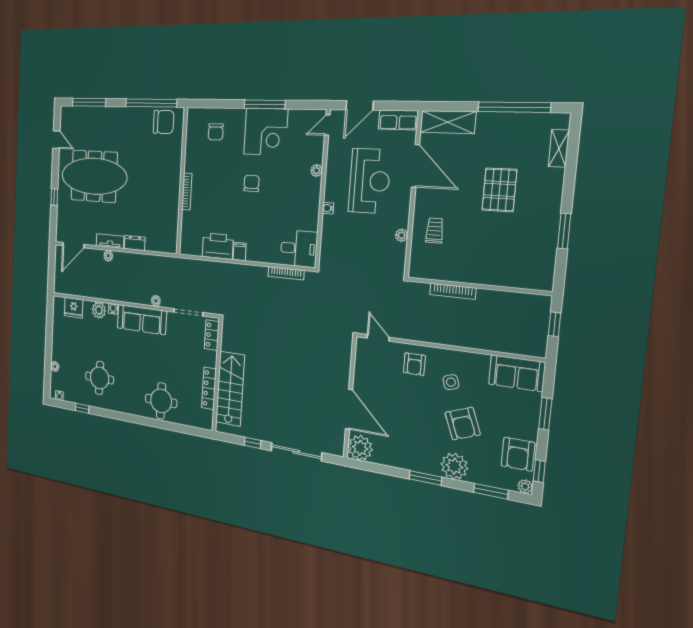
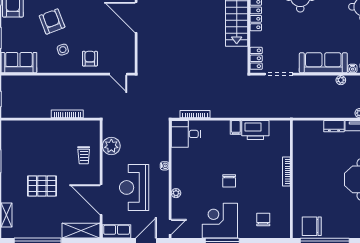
pallet: (499, 190) -> (42, 186), turned 90
plant: (402, 235) -> (111, 146), width x1.88, depth x1.88
plant: (156, 301) -> (341, 80), moved

